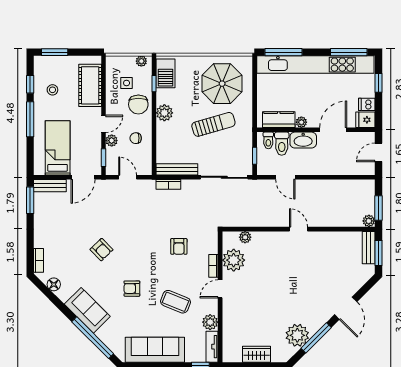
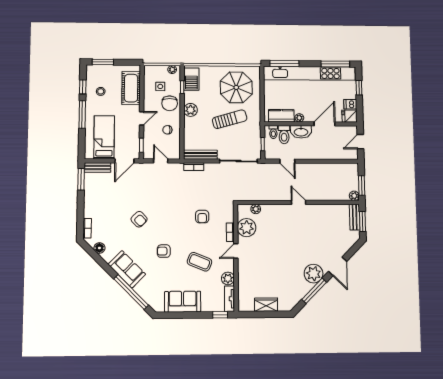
plant: (112, 141) -> (148, 132), removed
plant: (297, 335) -> (314, 274), moved
sofa: (155, 350) -> (183, 302), width x0.73

